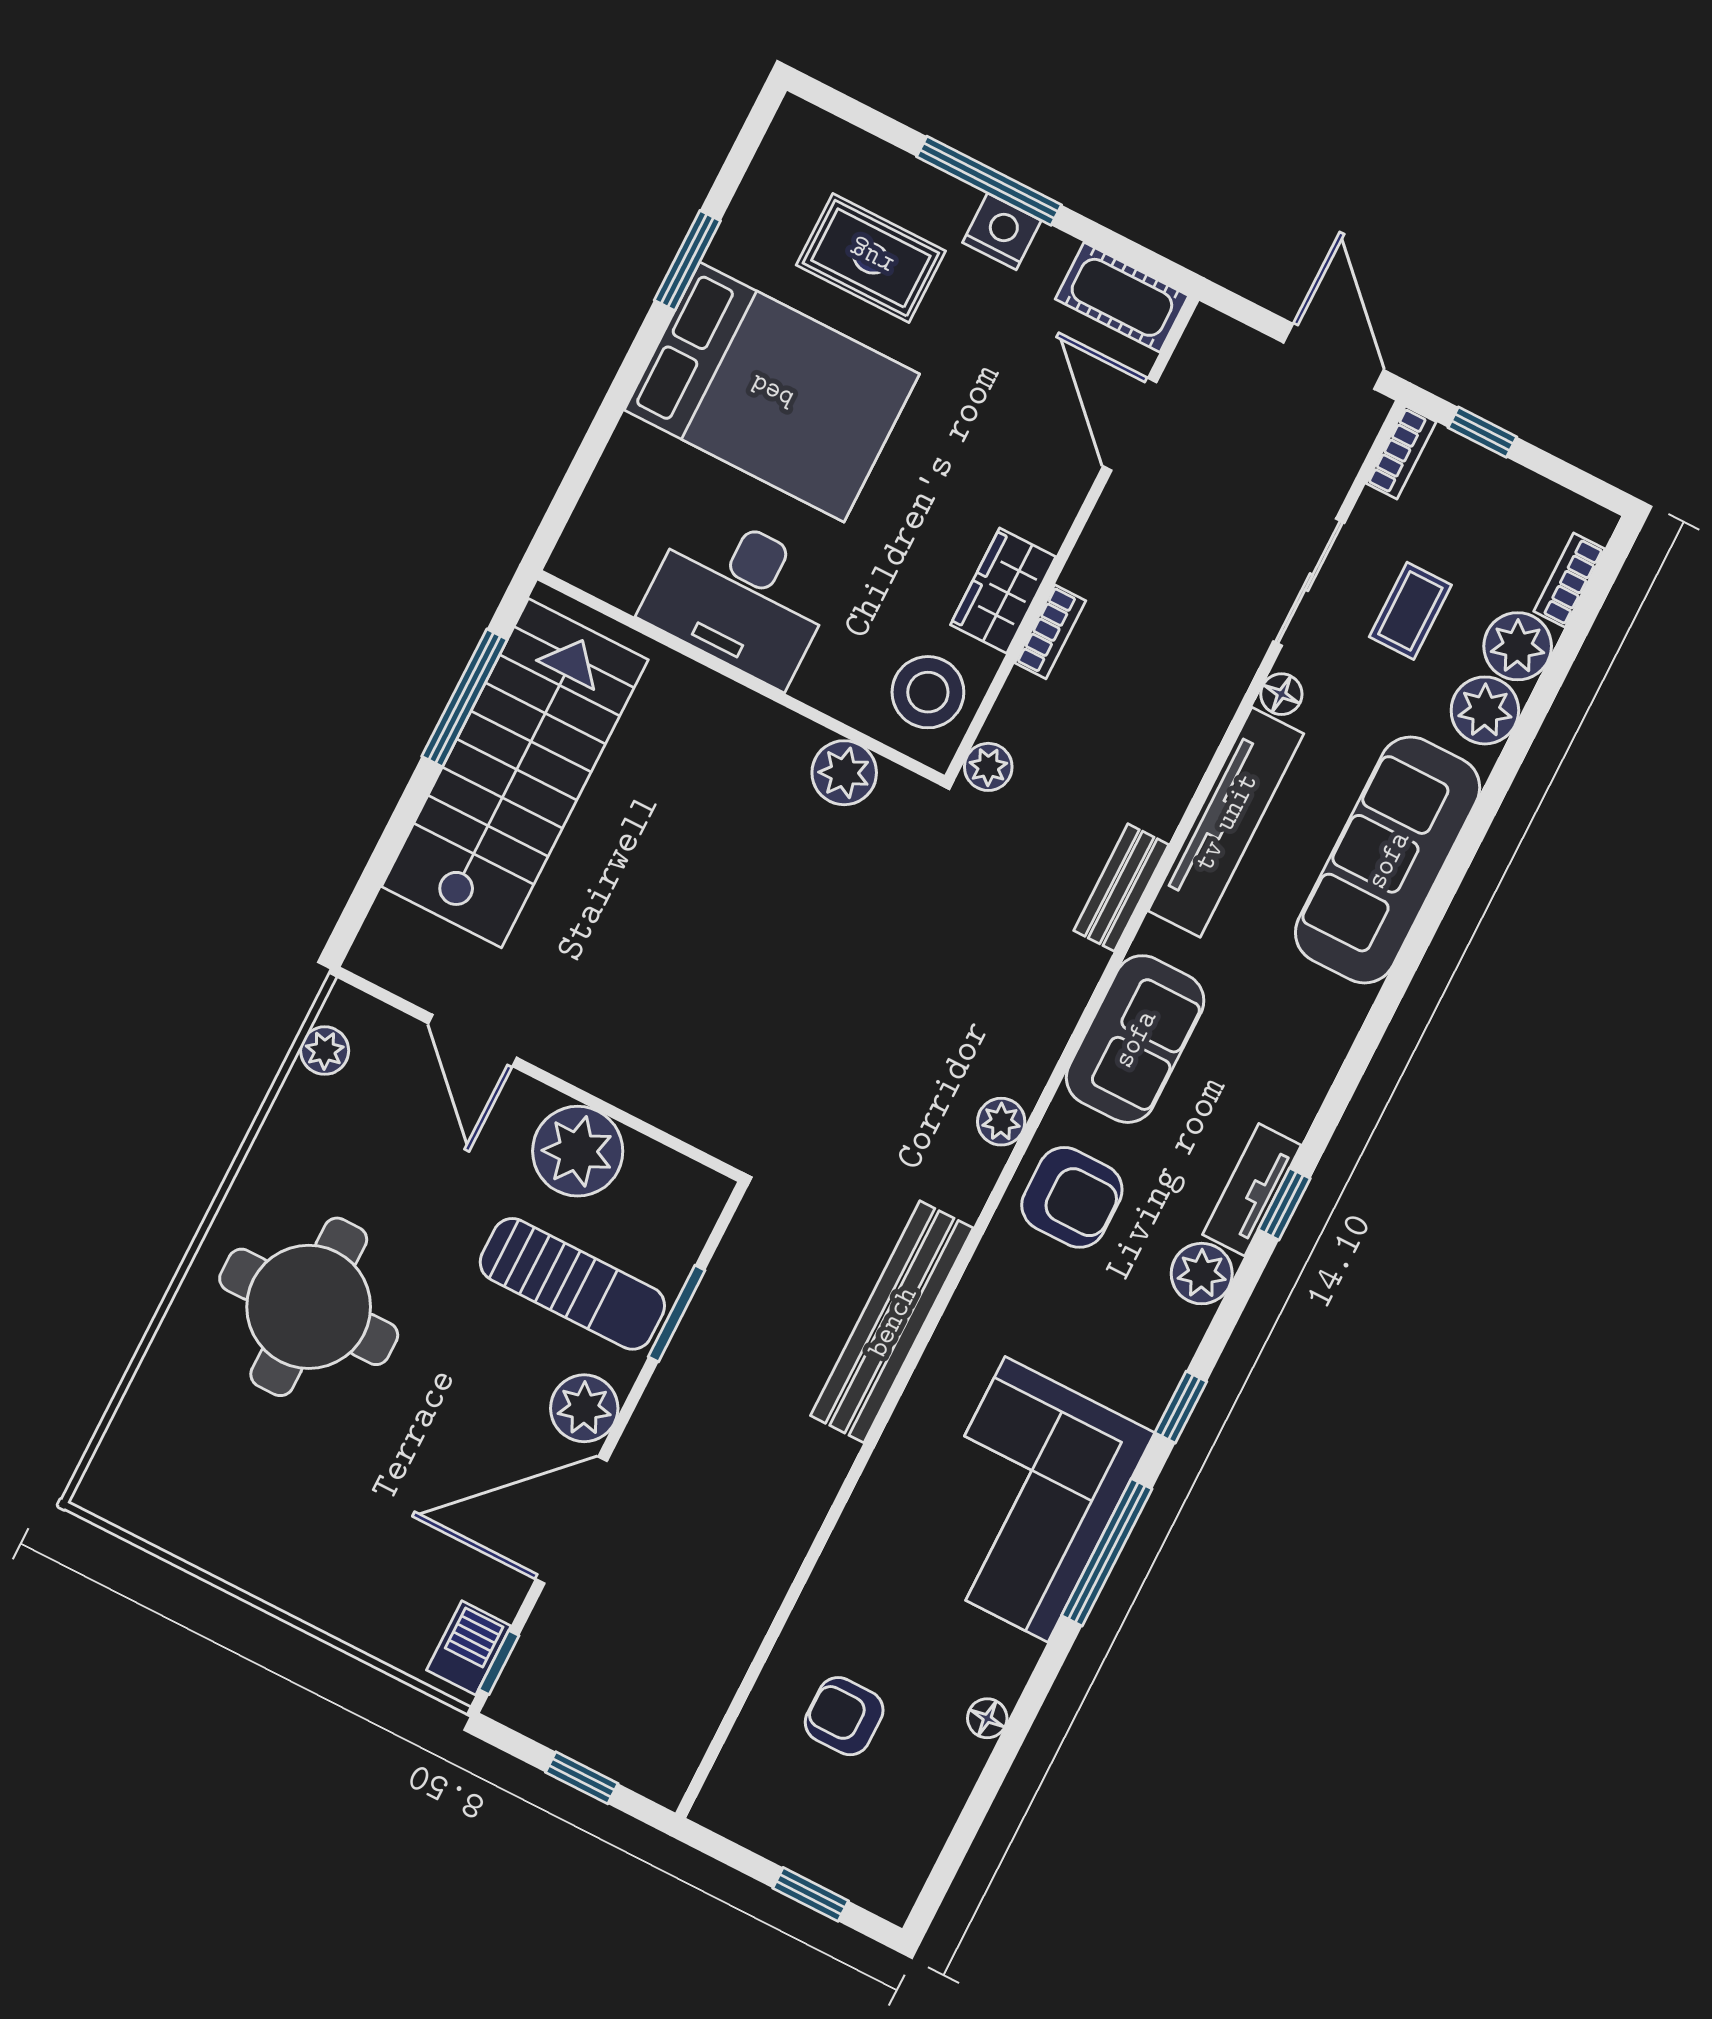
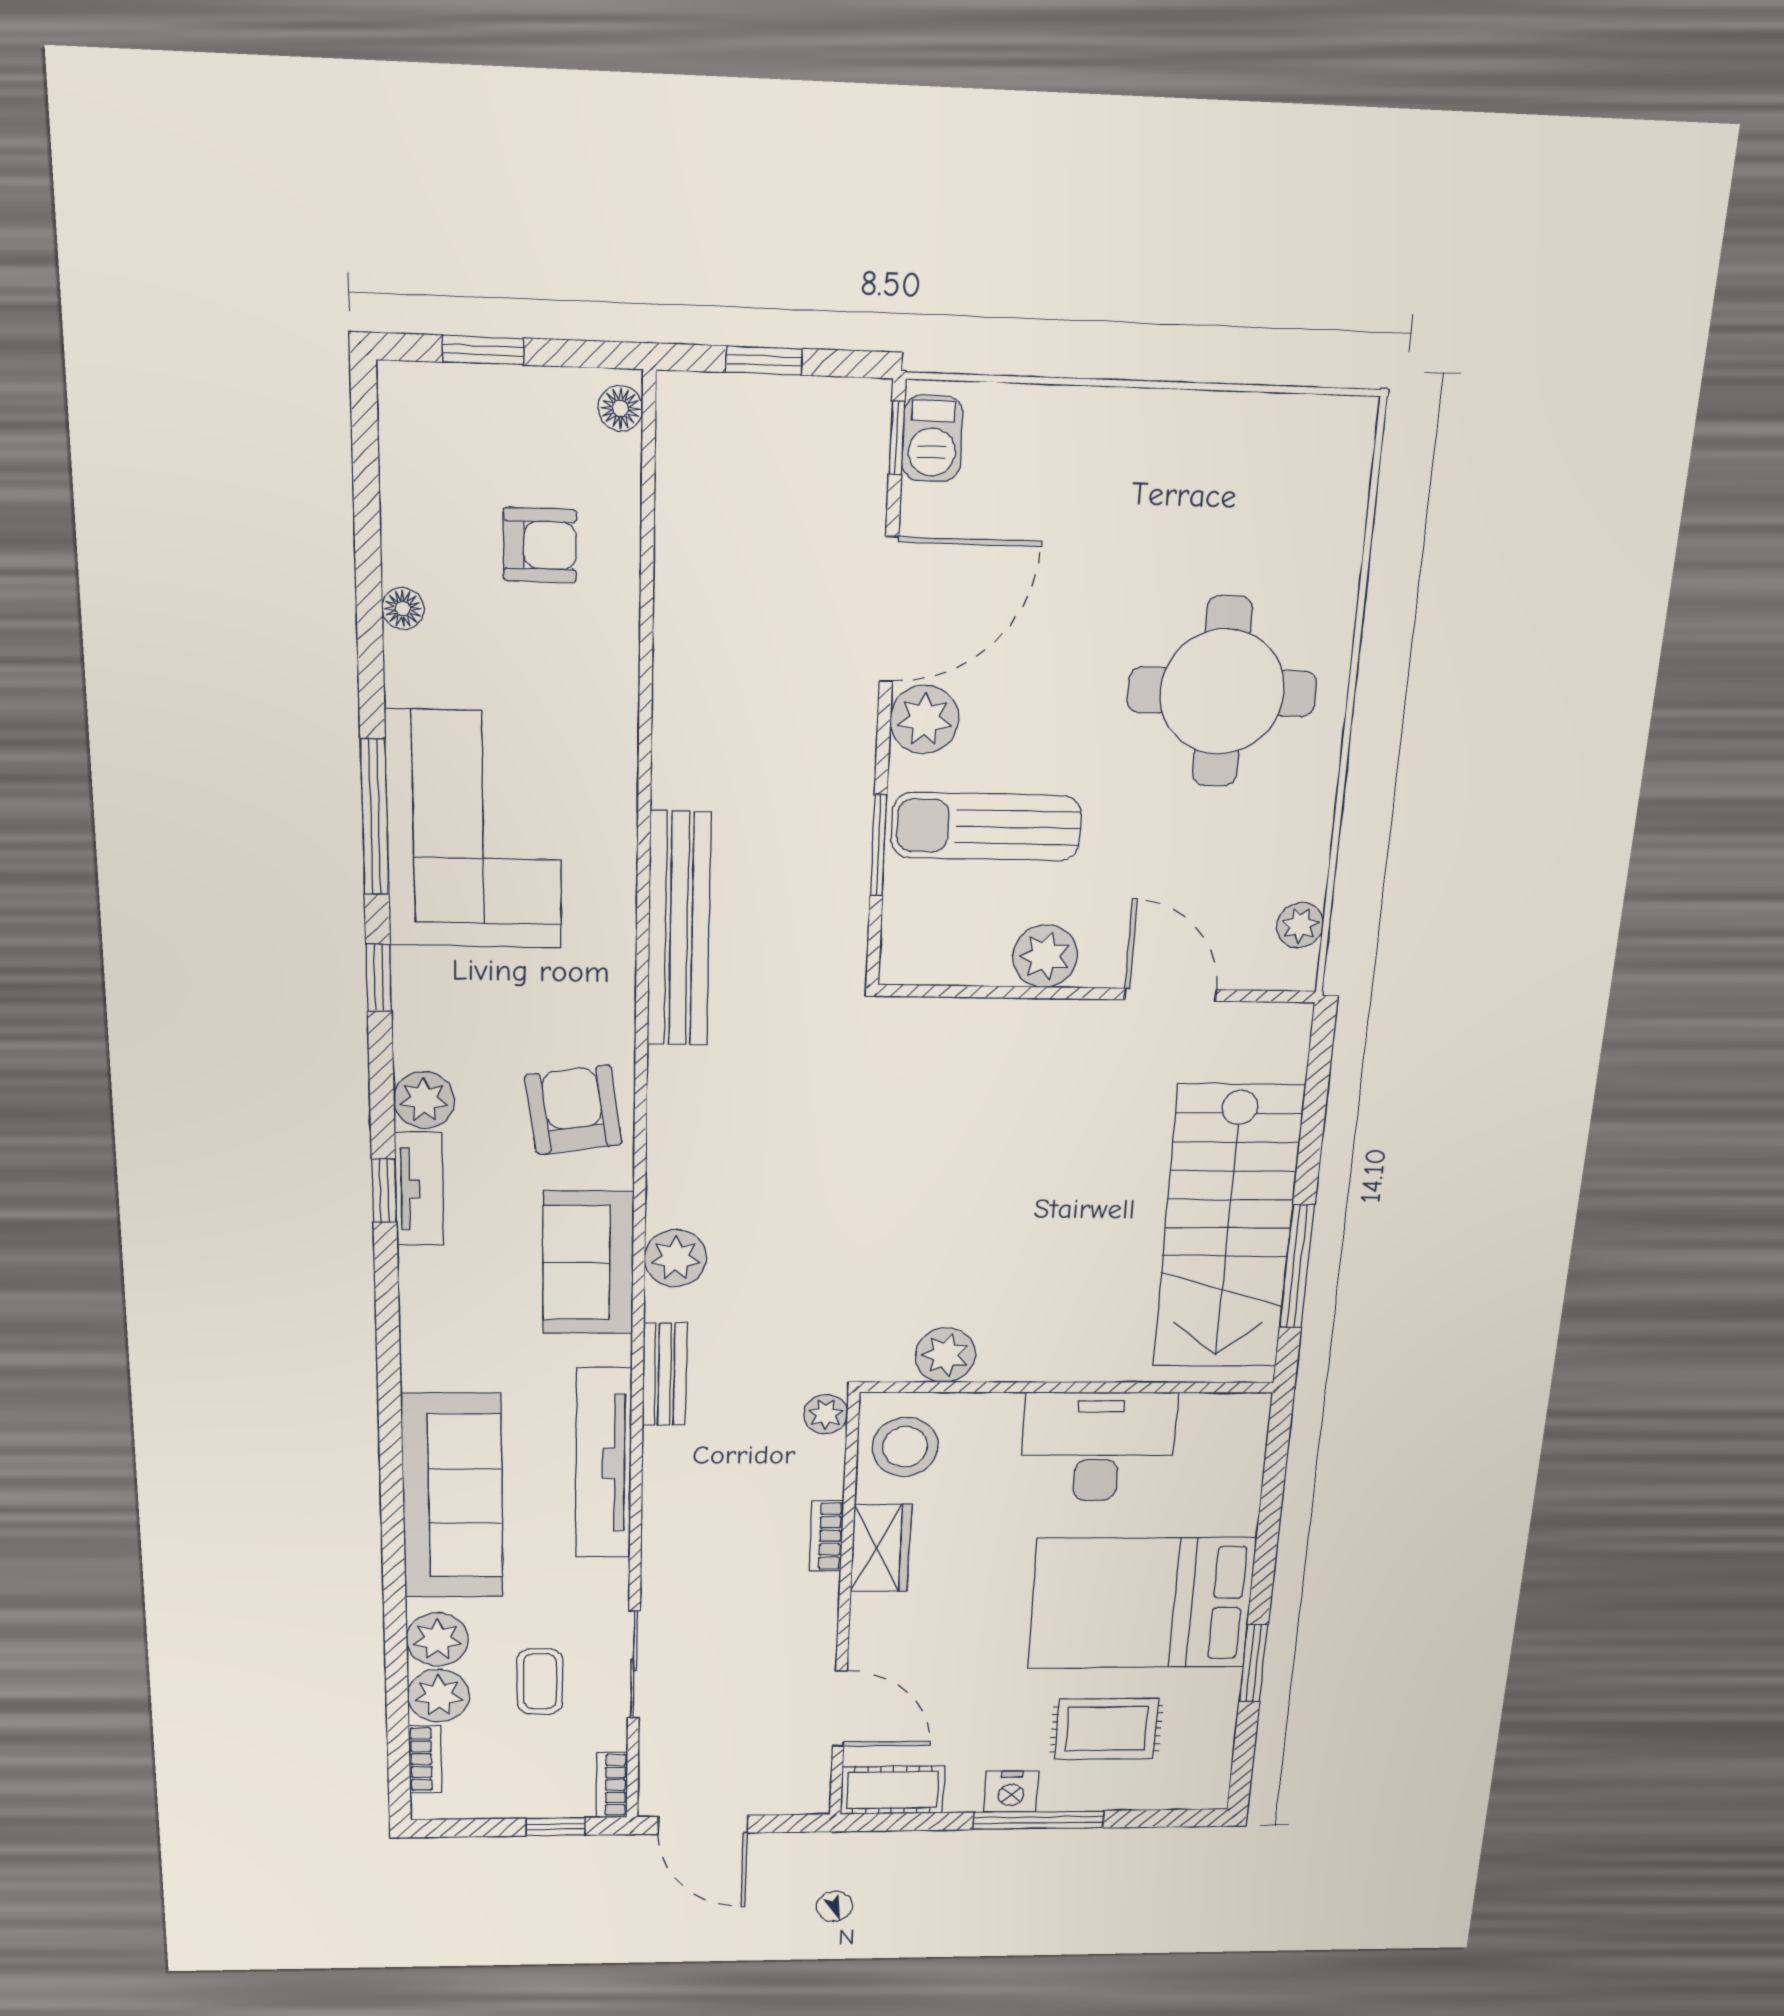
floor lamp: (1281, 694) -> (620, 408), moved
plant: (1001, 1122) -> (675, 1258), moved, width x1.38, depth x1.38
plant: (578, 1151) -> (1045, 956), width x0.73, depth x0.73
armchair: (1072, 1197) -> (573, 1110), turned 82

